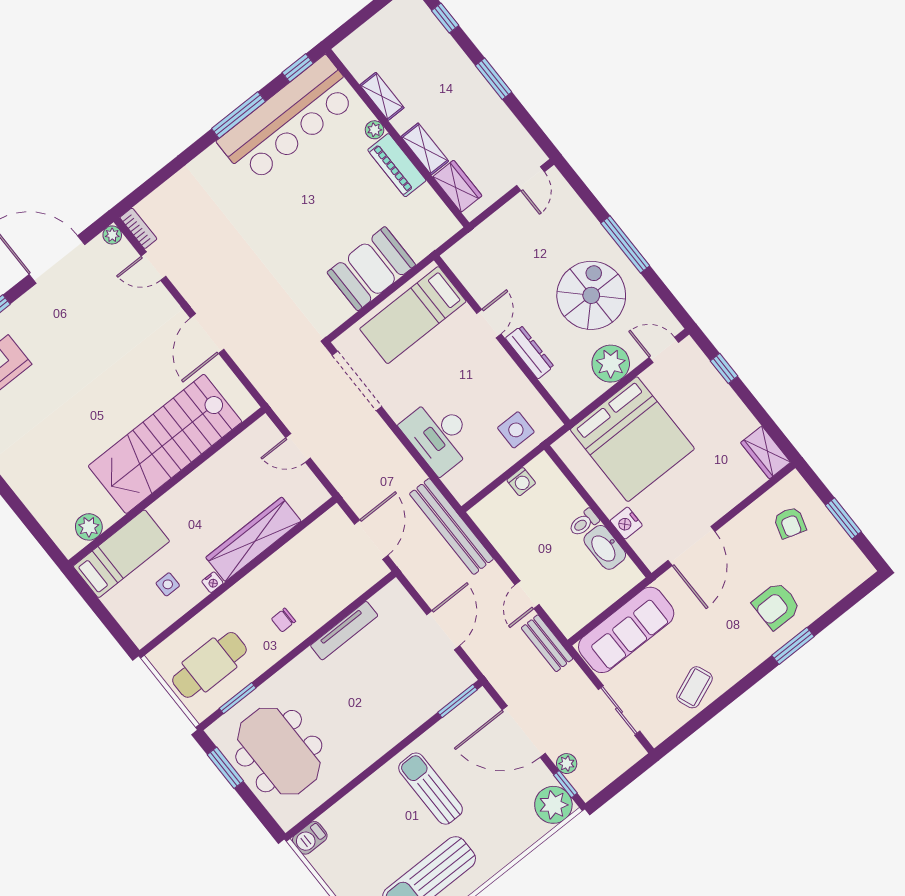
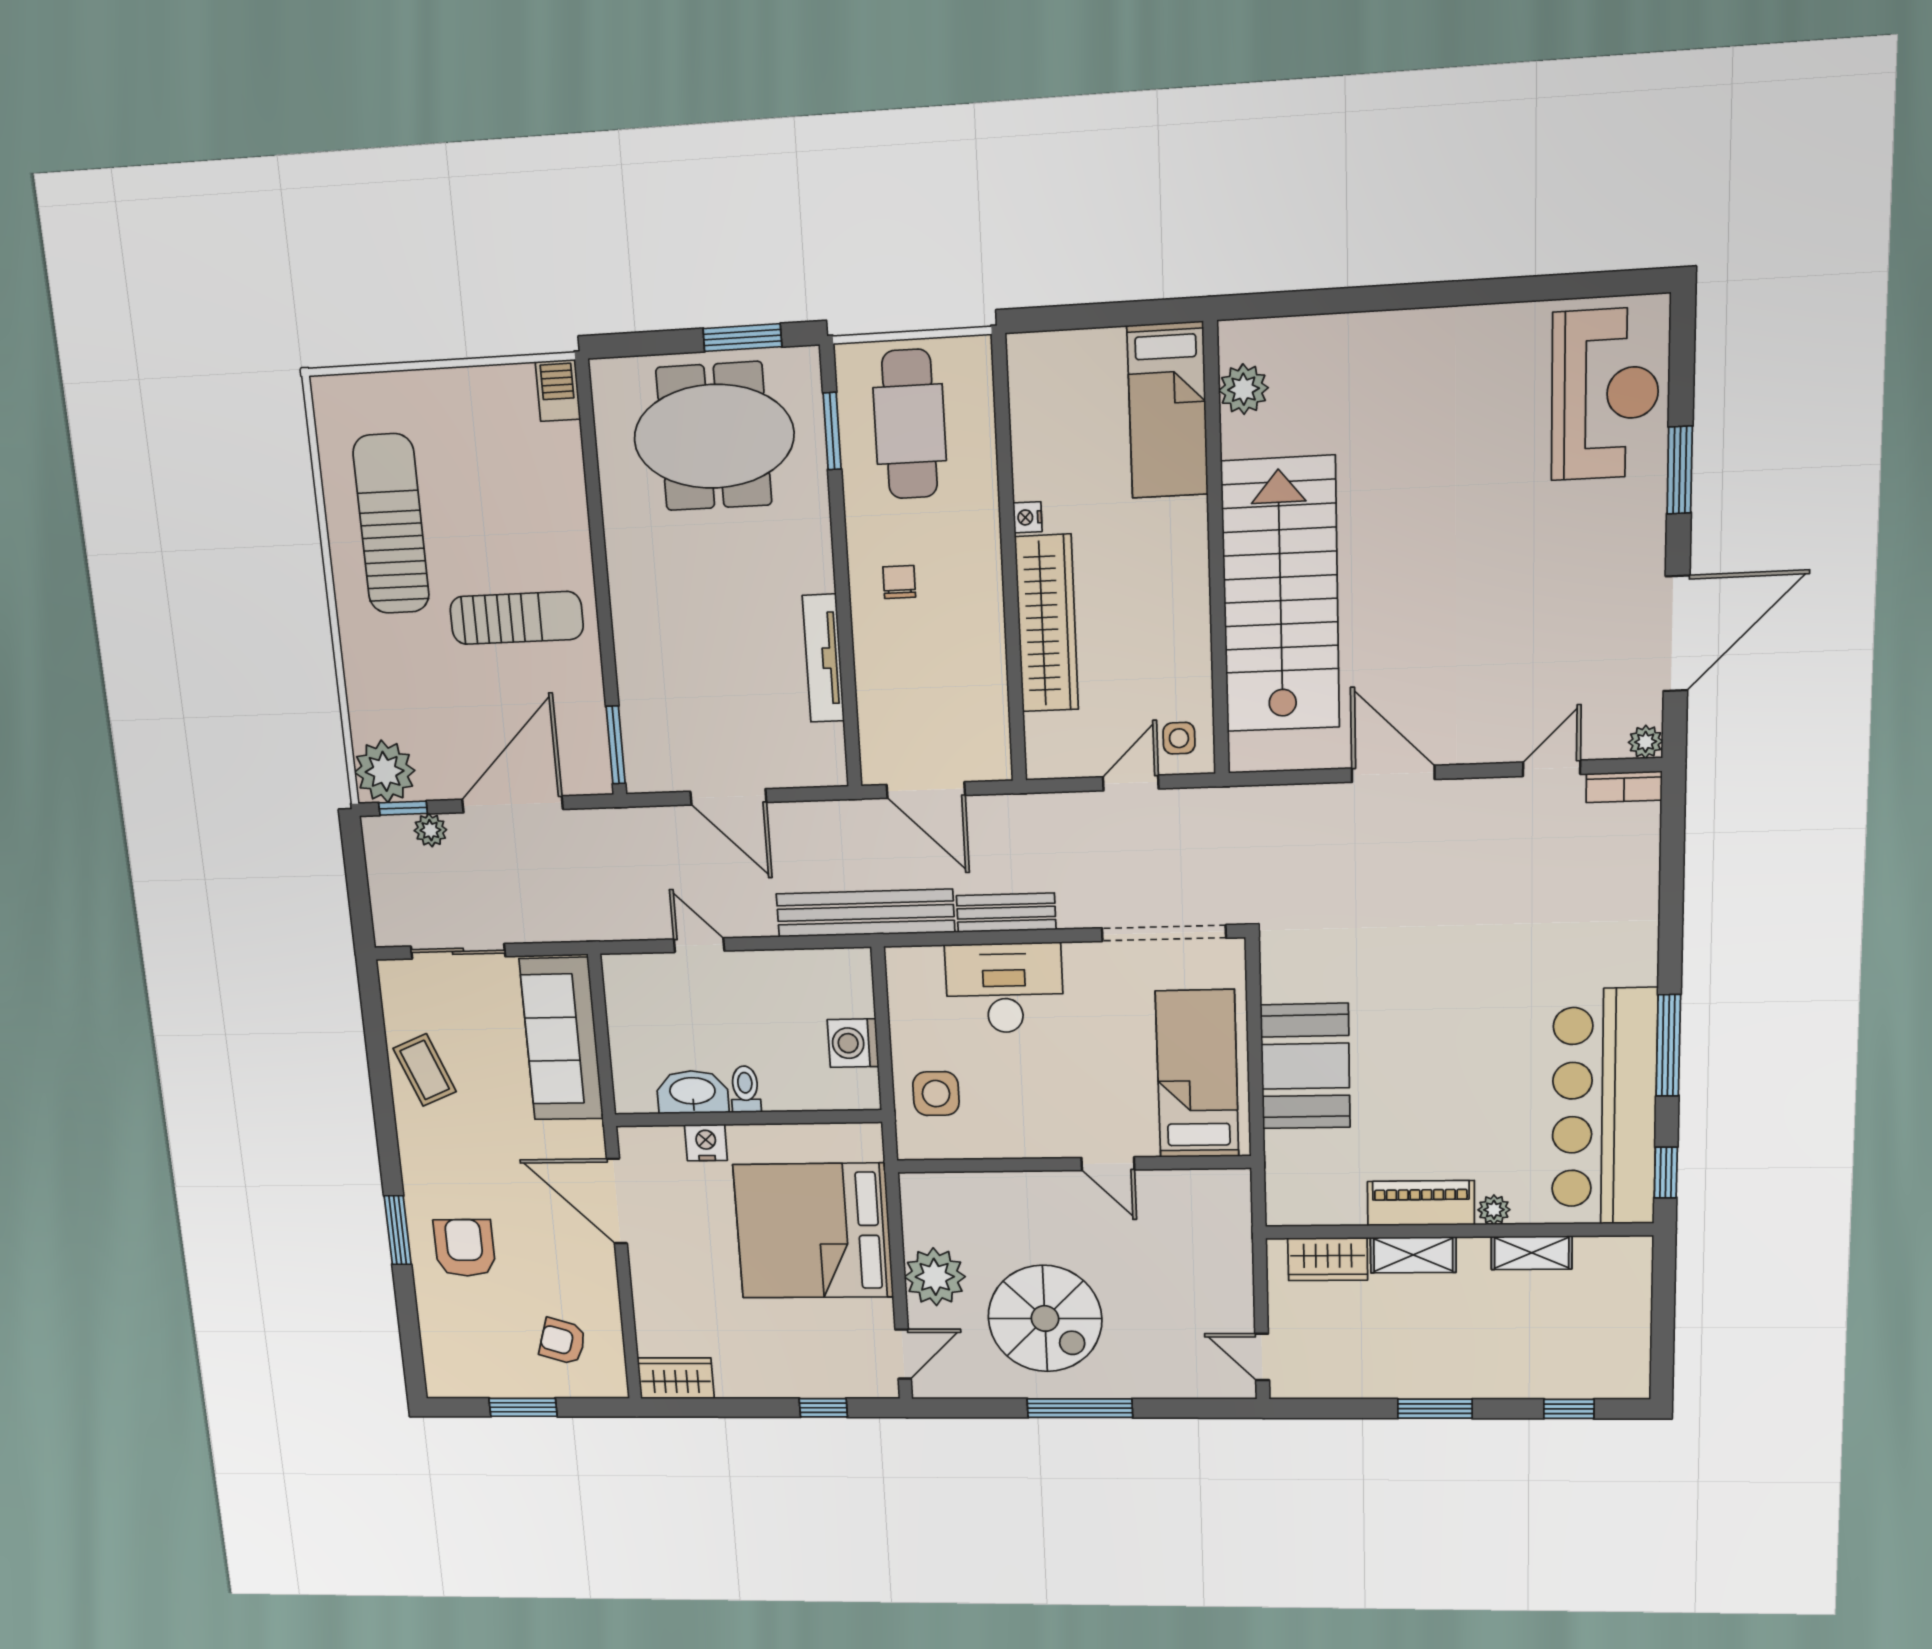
dresser: (530, 352) -> (1028, 1187), removed
washing machine: (521, 482) -> (853, 1043), width x1.38, depth x1.38
side table: (168, 584) -> (1179, 738), moved
bench: (547, 643) -> (1006, 913), moved

